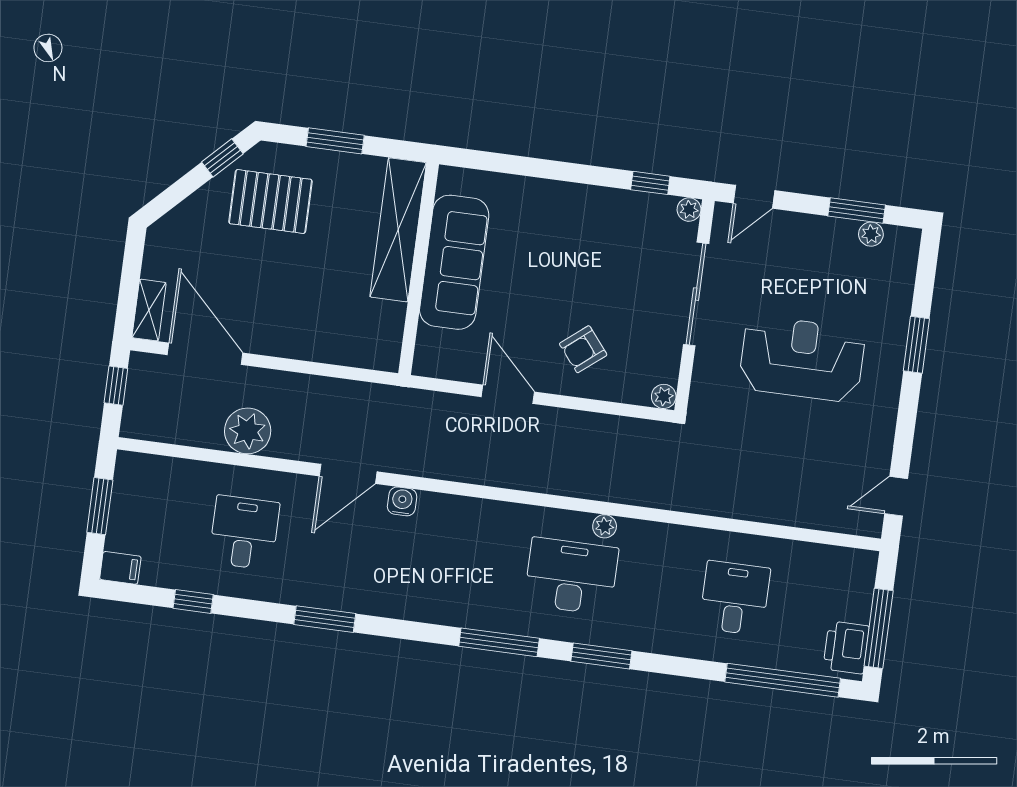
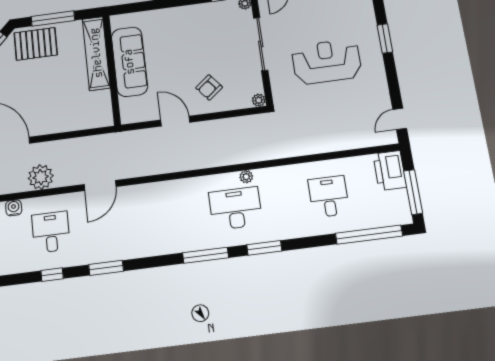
window: (335, 141) -> (53, 18), width x1.44
pallet: (270, 202) -> (36, 44), moved
water cooler: (402, 501) -> (14, 208), moved
window: (193, 601) -> (52, 275), moved
printer: (846, 648) -> (390, 171), moved, width x1.37, depth x1.19

